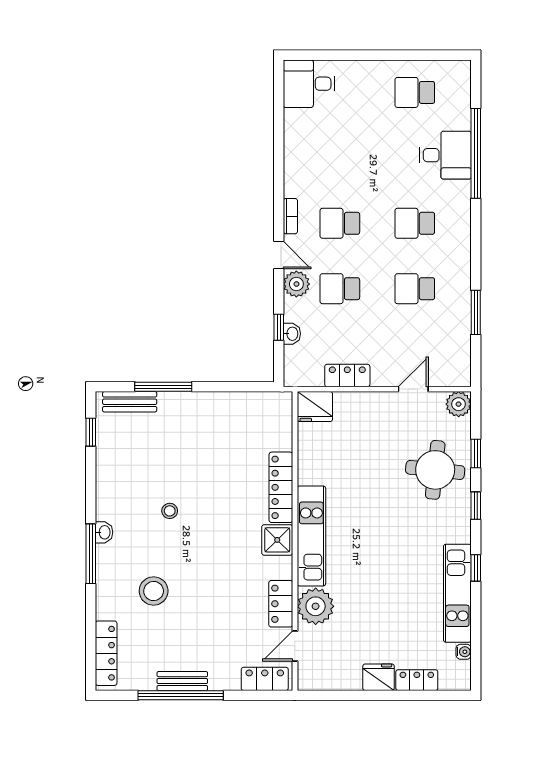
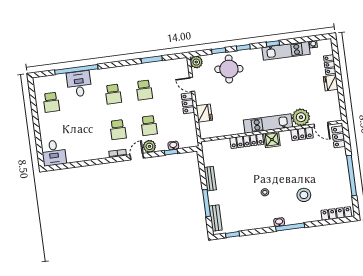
locker: (347, 375) -> (188, 103), moved
fridge: (315, 407) -> (204, 113), moved
bench: (182, 681) -> (210, 179), moved

